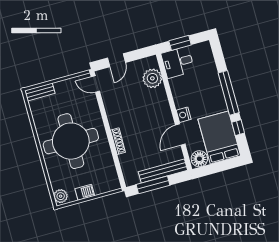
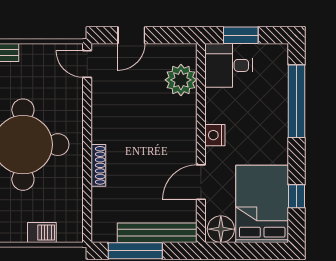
window: (229, 93) -> (296, 101), moved
nightstand: (184, 115) -> (215, 135), moved
barbecue: (85, 192) -> (42, 232), moved

